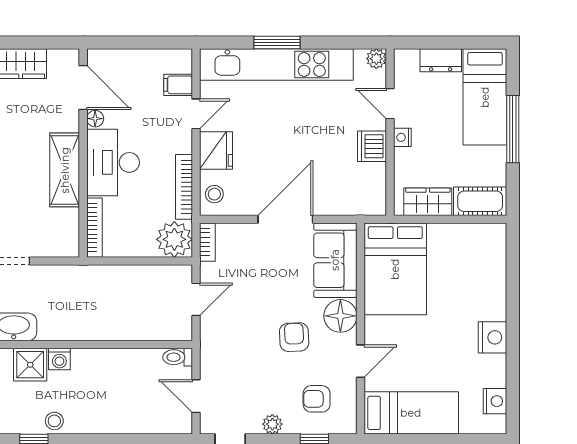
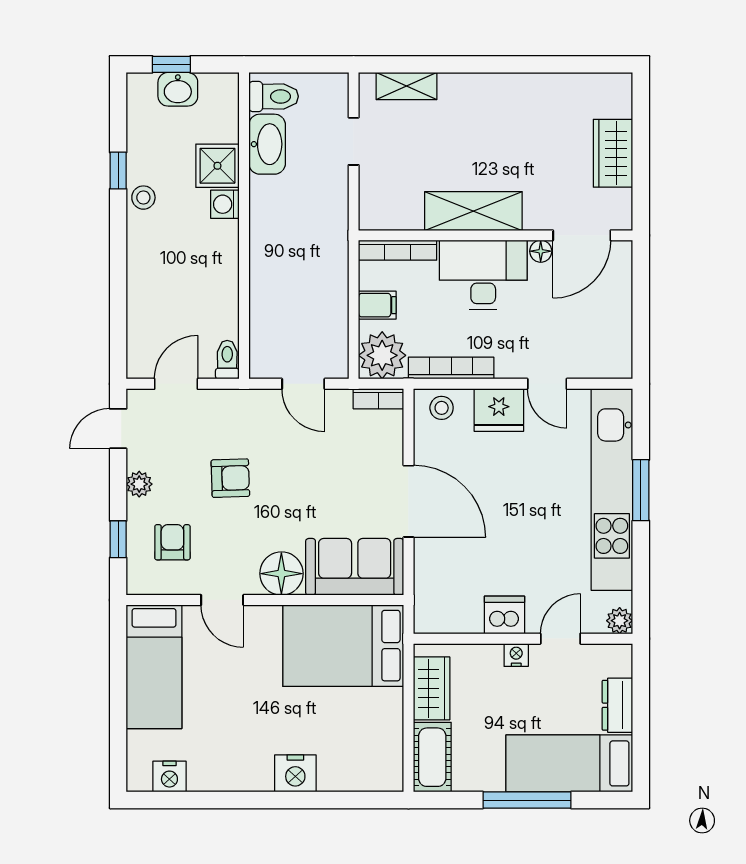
filing cabinet: (178, 85) -> (377, 305), moved, turned 90
armchair: (294, 337) -> (230, 478), moved
nightstand: (493, 337) -> (295, 773), moved

